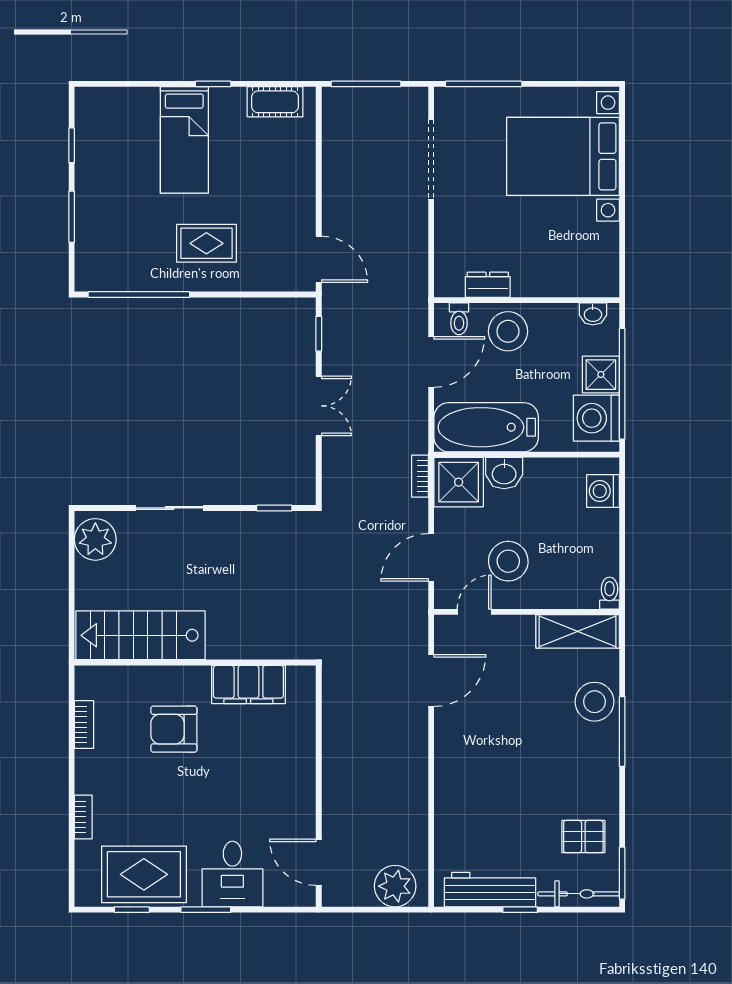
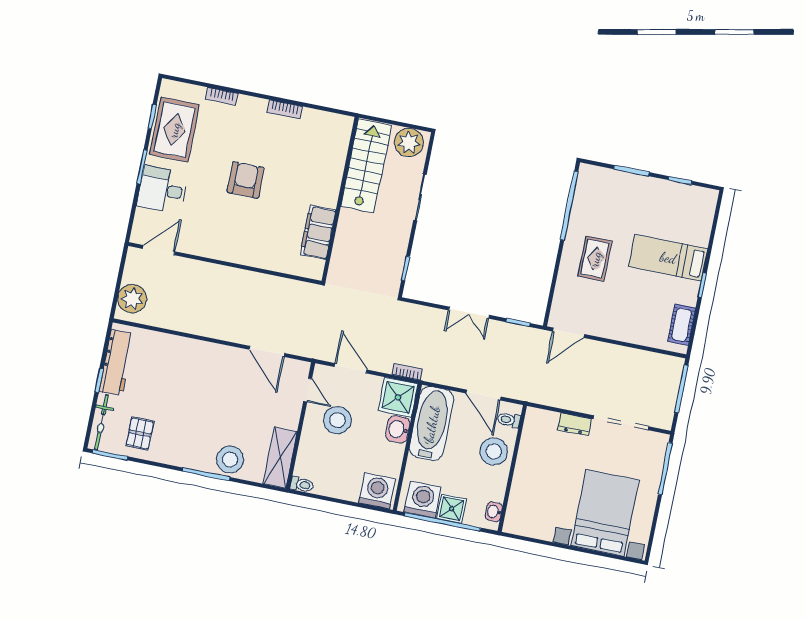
dresser: (488, 285) -> (574, 424), moved, turned 90
washing machine: (603, 491) -> (377, 491), width x1.37, depth x1.37
stairs: (140, 635) -> (366, 166), moved
wall: (195, 662) -> (340, 199), moved
filing cabinet: (248, 684) -> (318, 232), moved
armchair: (174, 729) -> (246, 180), moved

